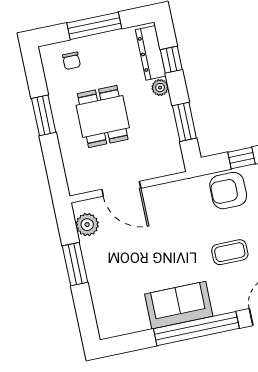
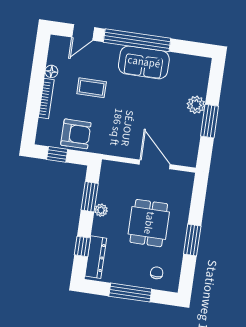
plant: (160, 88) -> (101, 210), moved
plant: (87, 225) -> (196, 105), moved

